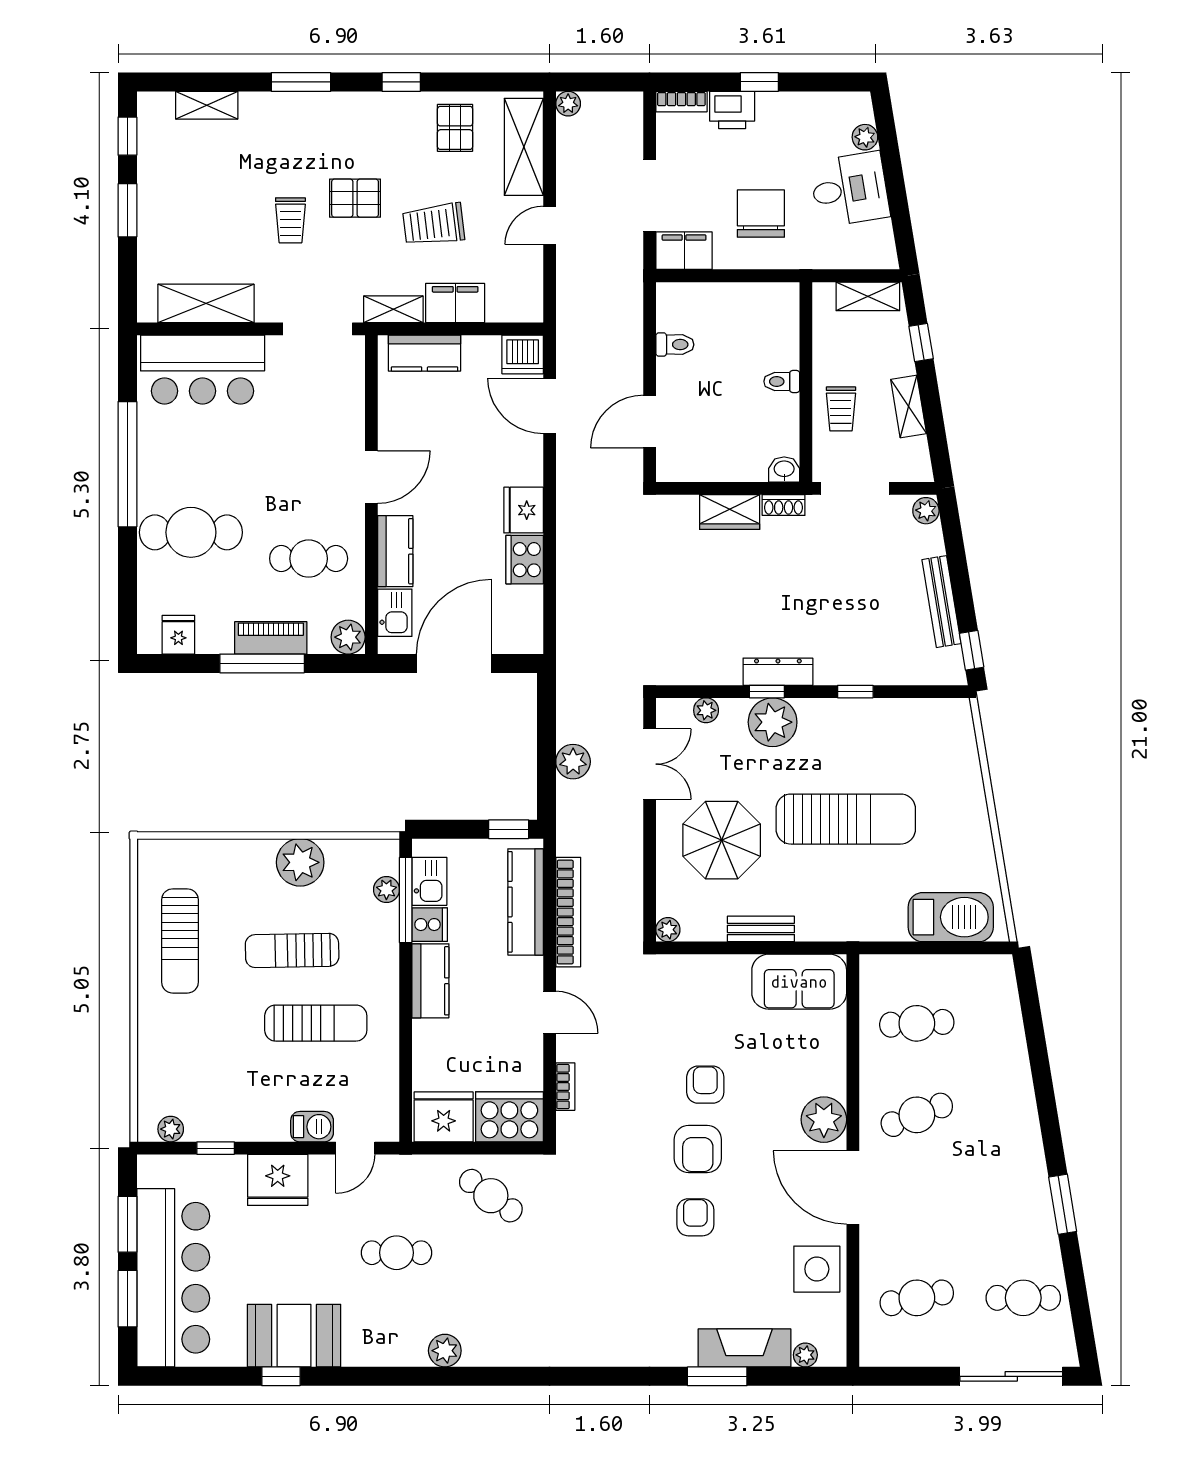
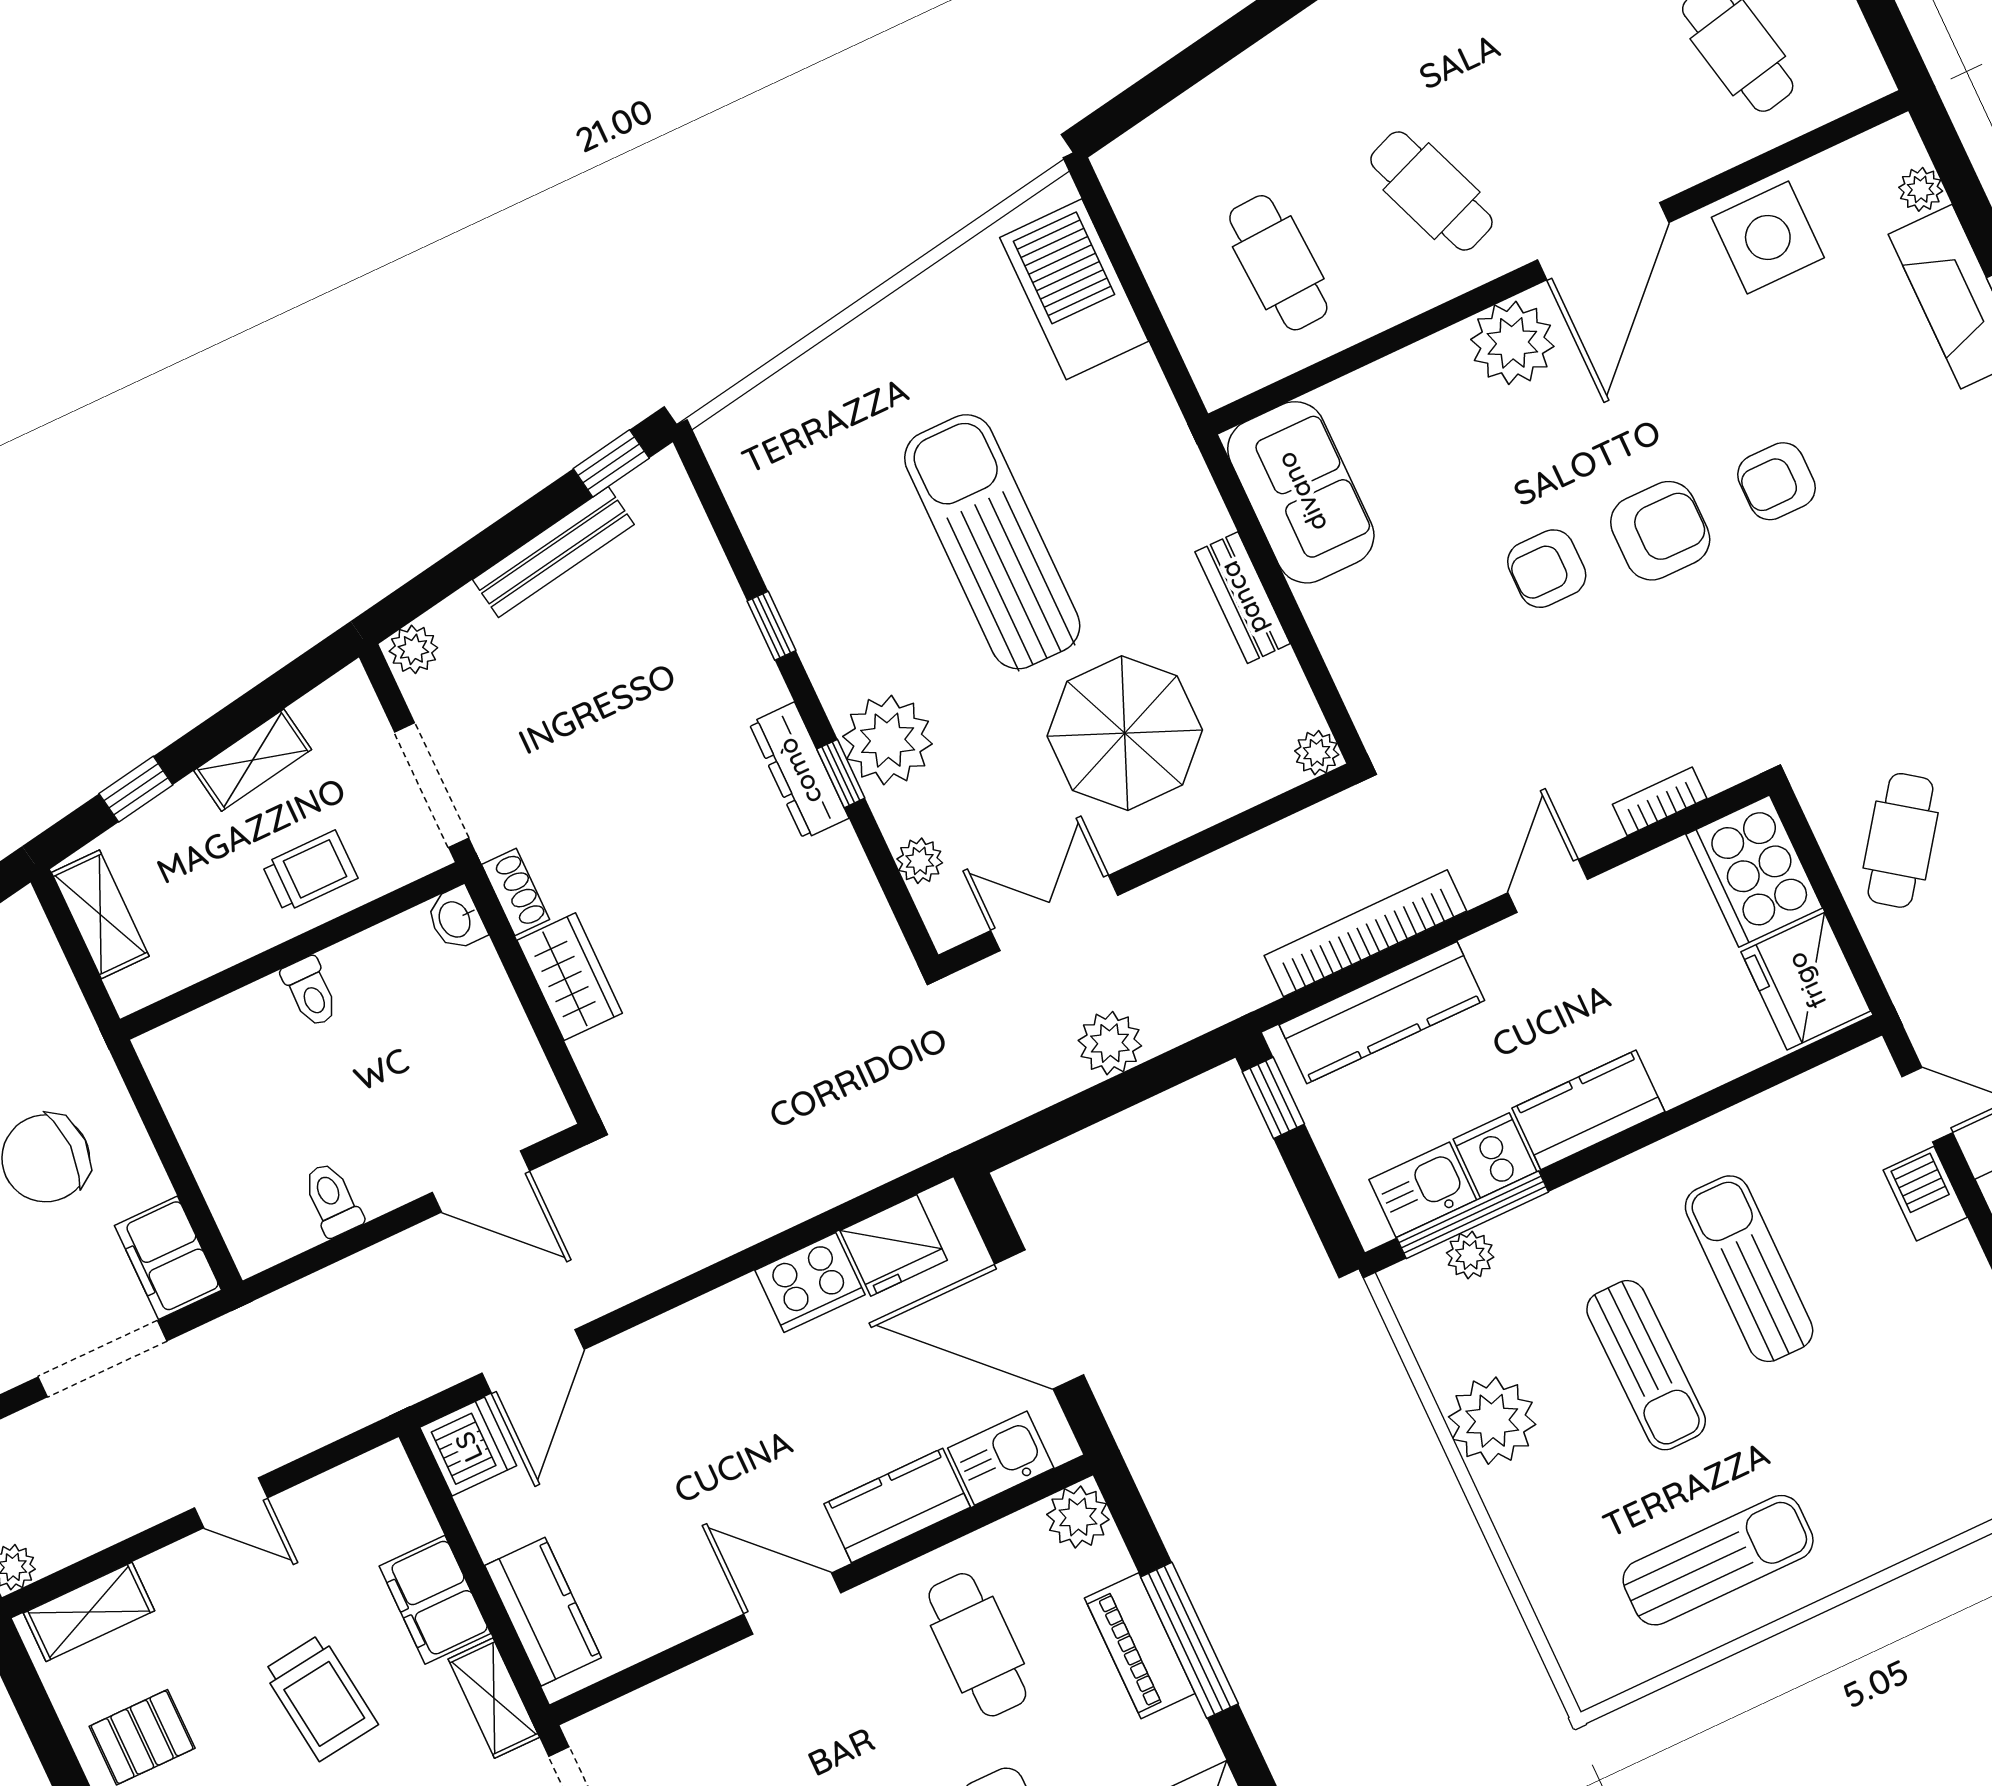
shelving: (524, 147) -> (89, 1612), width x0.67, depth x0.75
fridge: (524, 510) -> (894, 1245), moved

